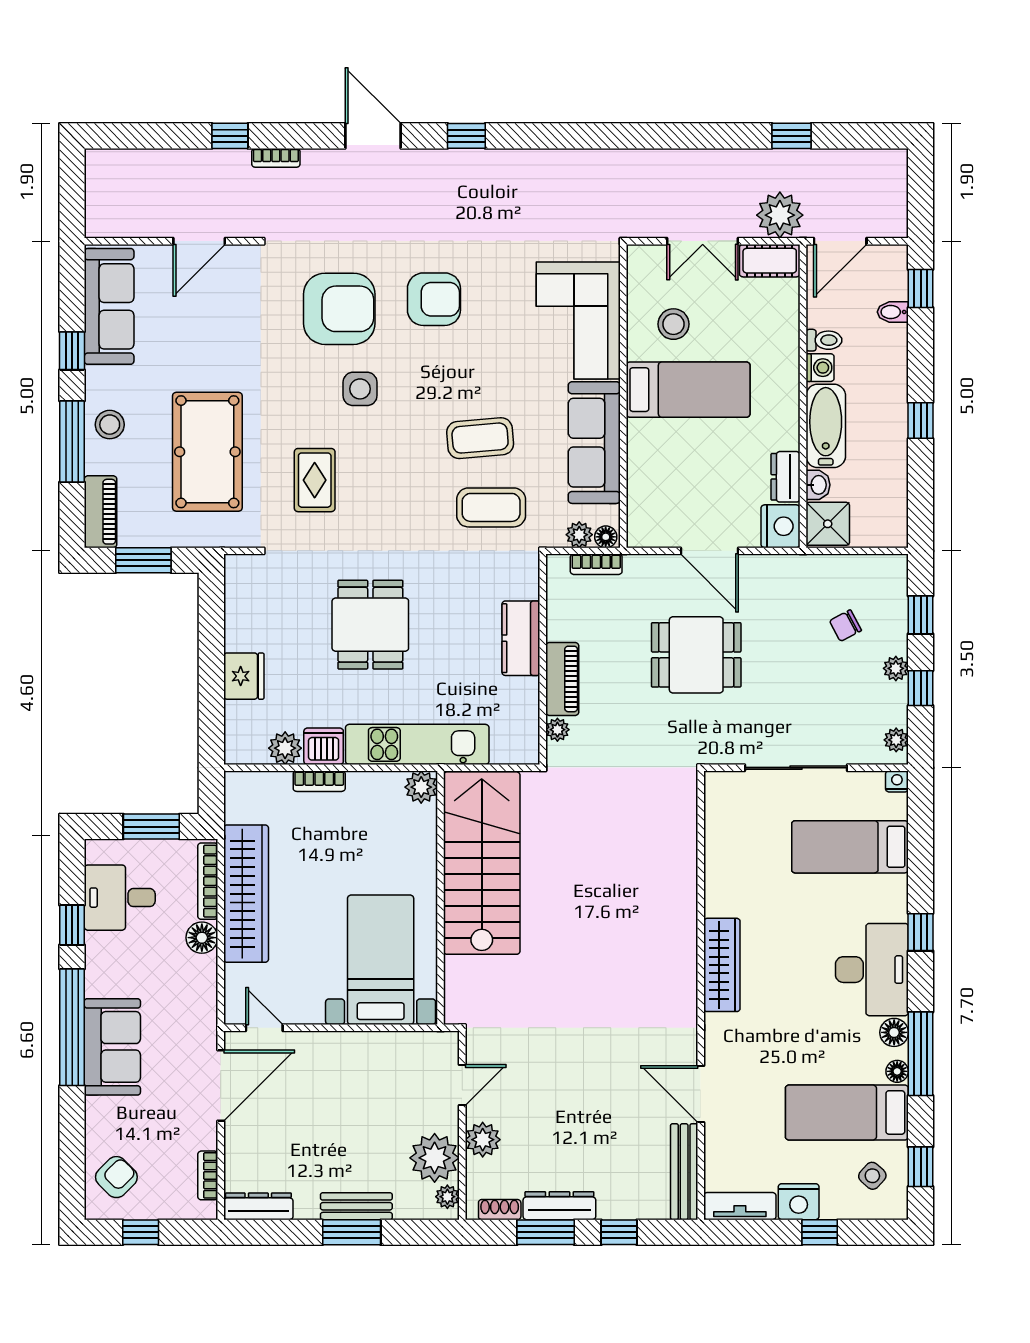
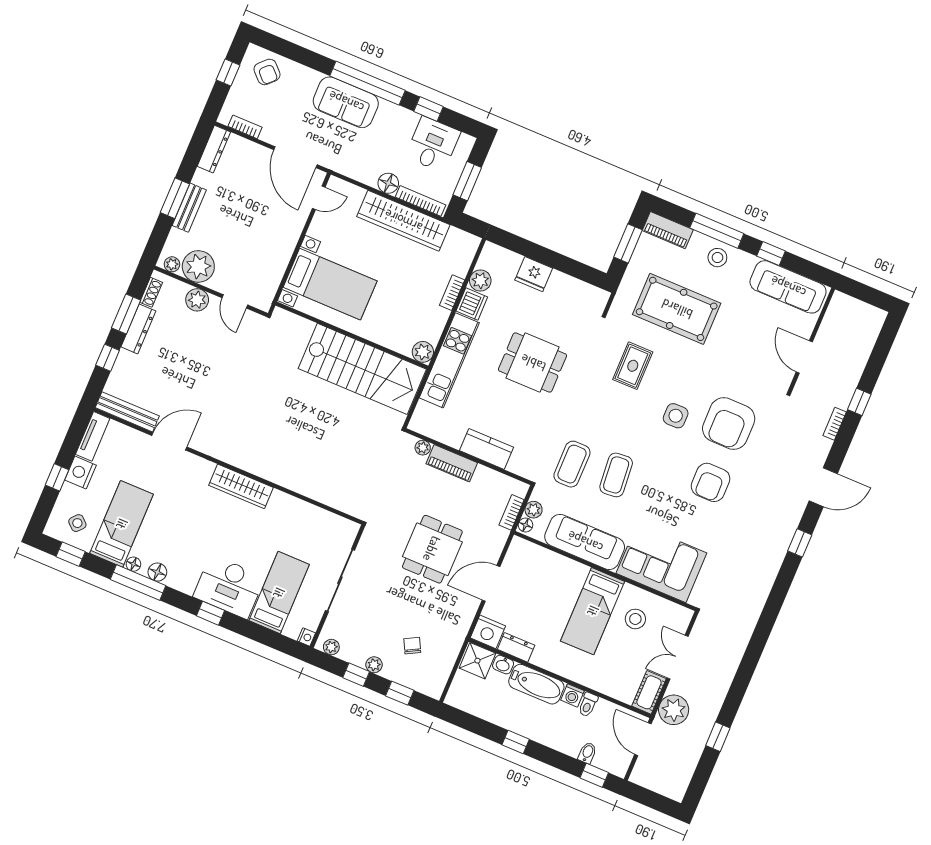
rug: (315, 480) -> (633, 366), turned 90
desk: (872, 970) -> (229, 587), moved

